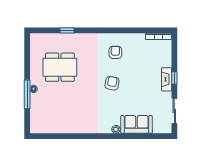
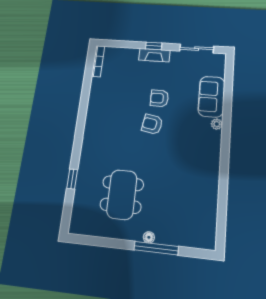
armchair: (115, 52) -> (159, 98), moved

